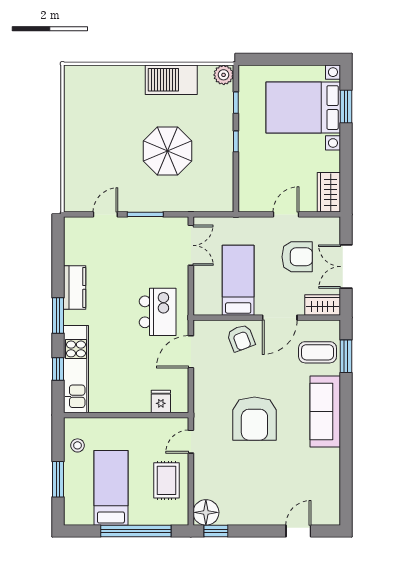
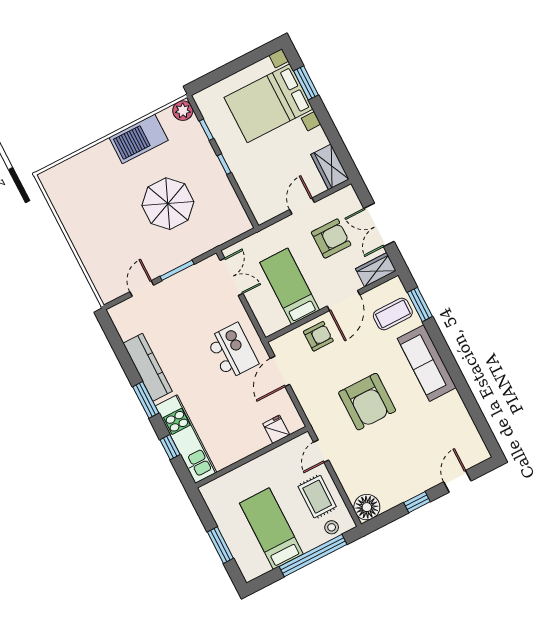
kitchen counter: (75, 287) -> (148, 367), width x1.50
armchair: (241, 338) -> (318, 336), turned -69
stool: (78, 445) -> (332, 527), moved
window: (216, 531) -> (417, 502), moved

